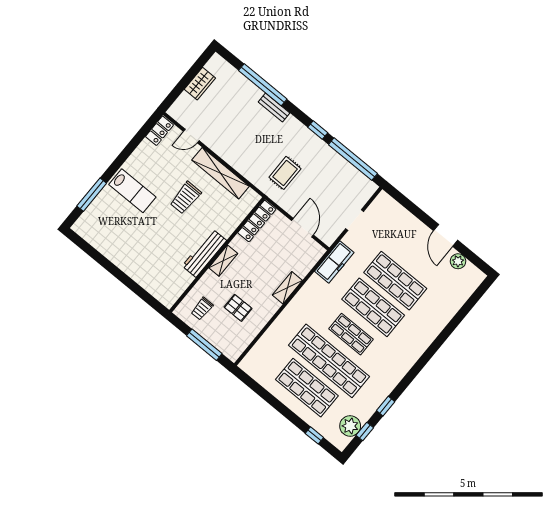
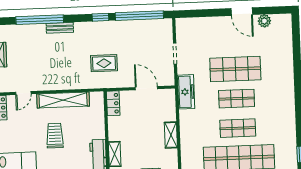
rug: (285, 173) -> (104, 63), turned 90
trolley: (186, 198) -> (55, 136), turned 180
locker: (257, 221) -> (113, 103), width x0.66
shop shelf: (373, 307) -> (237, 99), width x0.70, depth x0.74

